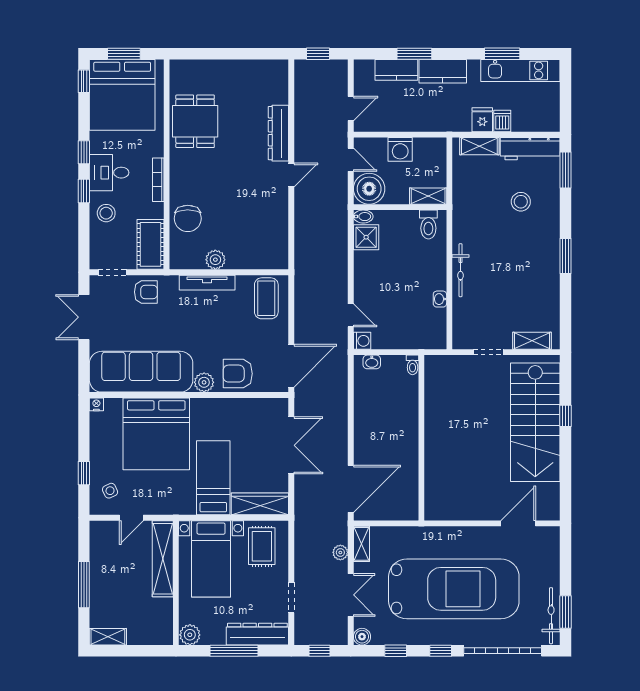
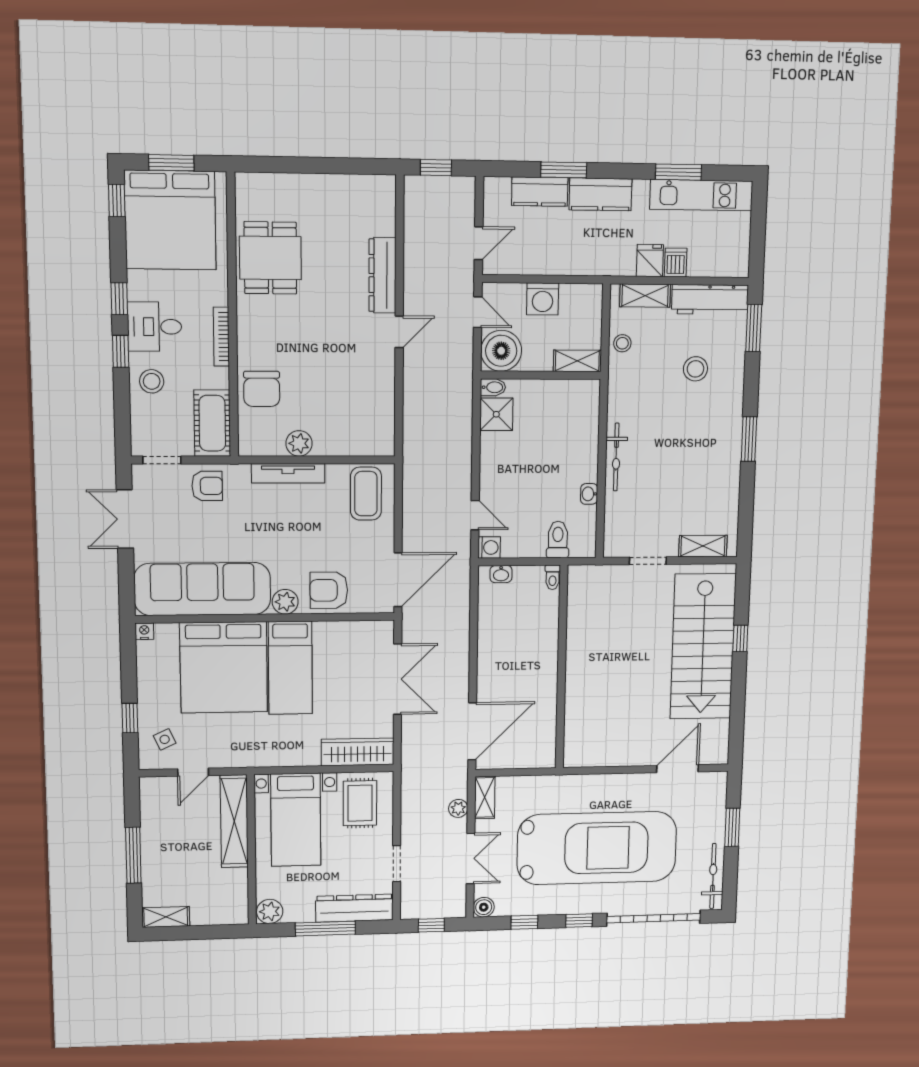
stool: (463, 182) -> (622, 343), added
toilet: (428, 224) -> (558, 540), moved, turned 180
bed: (213, 478) -> (290, 668), moved, turned 180
window: (566, 612) -> (732, 827), moved

